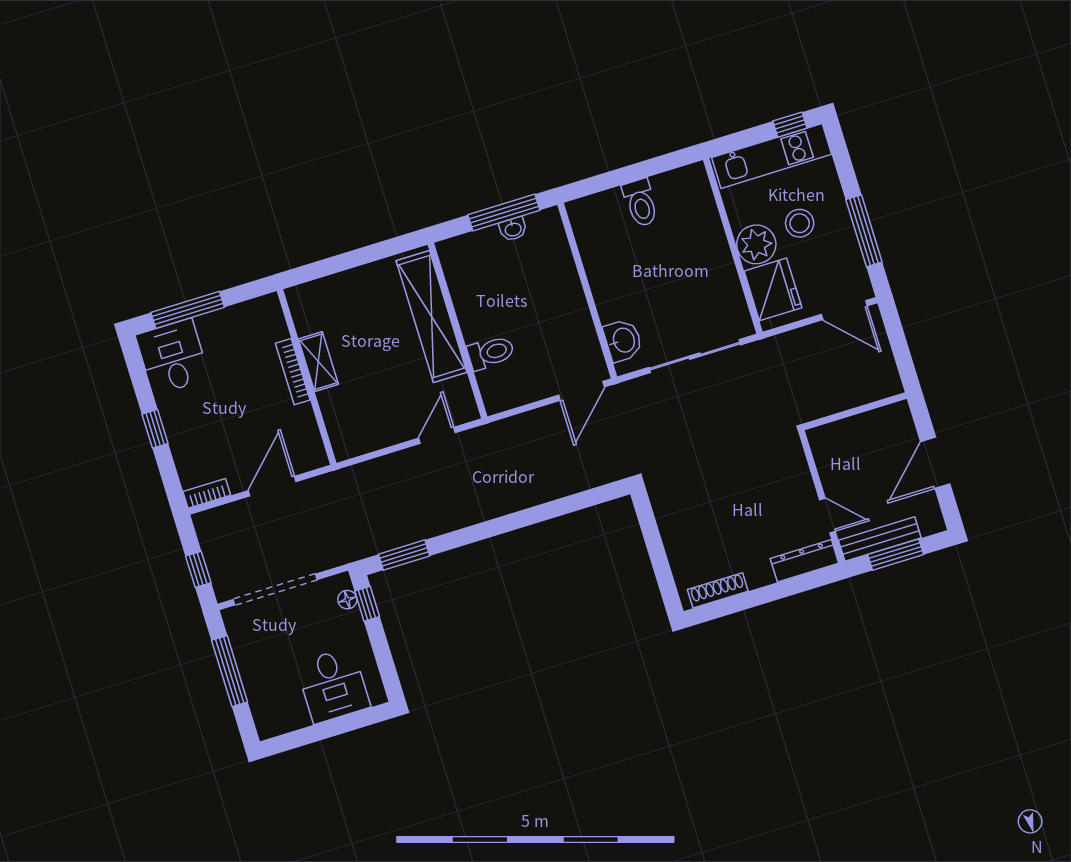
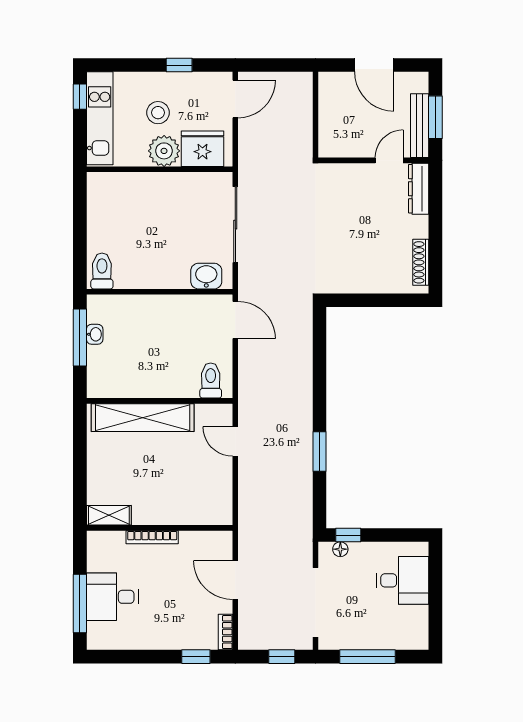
toilet: (640, 203) -> (102, 271), moved, turned -90
window: (864, 231) -> (179, 65), width x0.46
toilet: (491, 353) -> (211, 381), moved
desk: (173, 357) -> (112, 597), moved
shelving: (318, 362) -> (109, 515), moved
window: (155, 429) -> (196, 657), moved
window: (404, 555) -> (320, 452), moved

